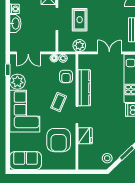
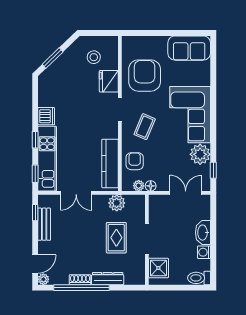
kitchen counter: (84, 88) -> (110, 163), moved
stool: (107, 158) -> (94, 57), moved

